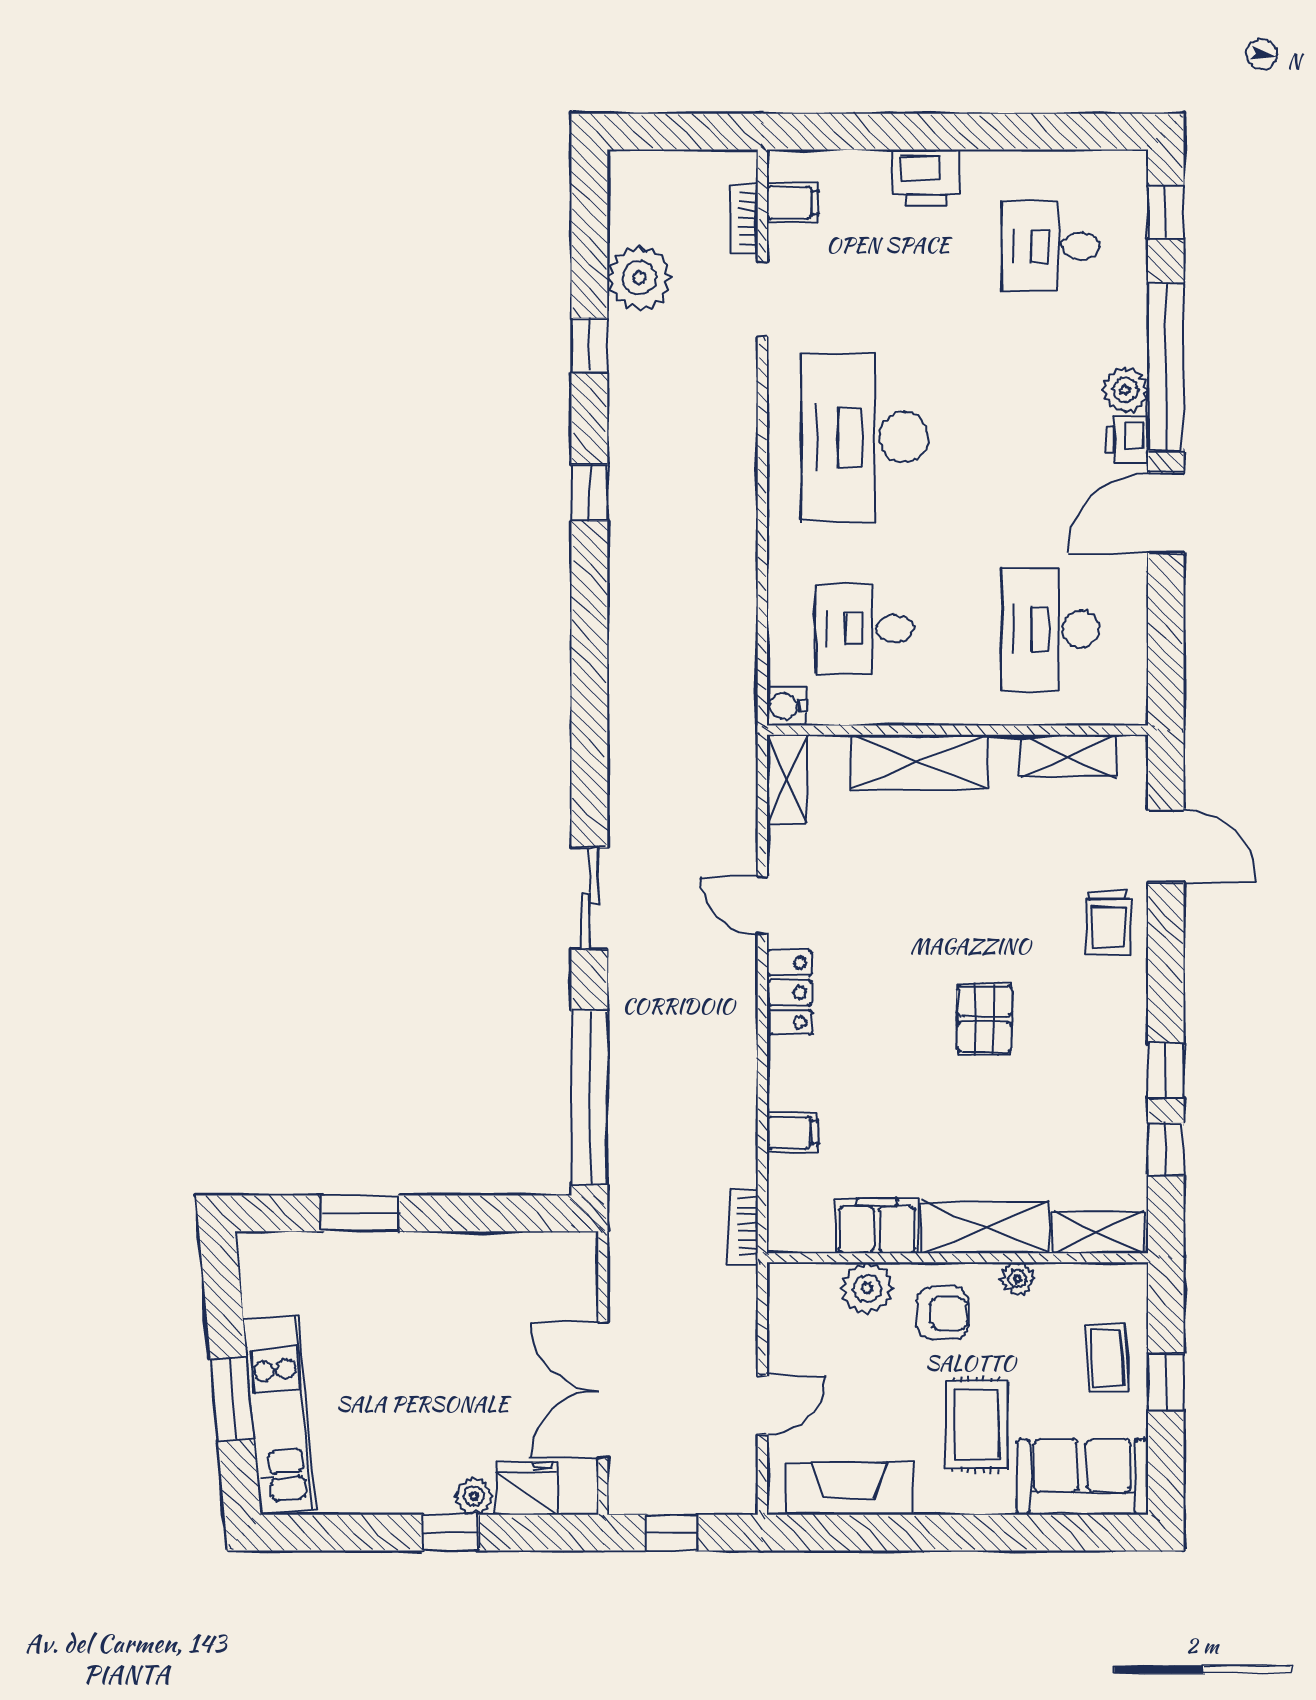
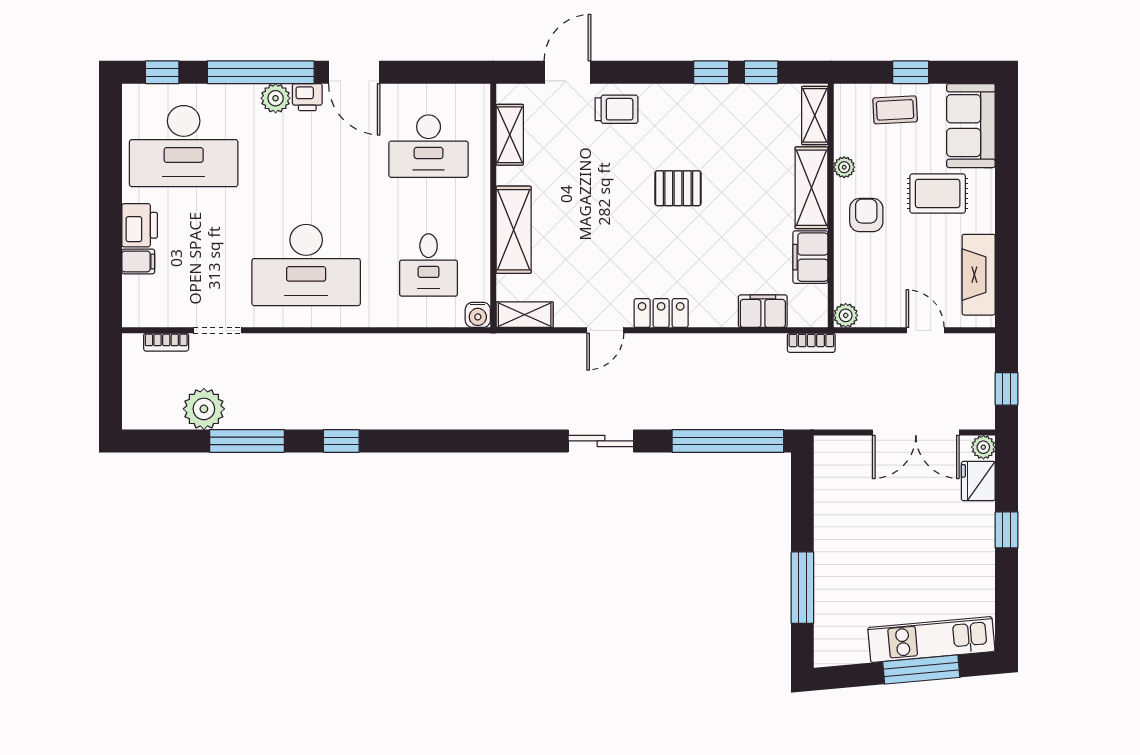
filing cabinet: (793, 203) -> (138, 261), moved, turned 90
desk: (1050, 246) -> (184, 146), width x1.87, depth x1.30
window: (589, 345) -> (247, 441), width x2.17
filing cabinet: (792, 1132) -> (763, 311), width x2.00
window: (360, 1213) -> (802, 588), width x1.44
plant: (867, 1288) -> (846, 315), moved, width x0.73, depth x0.73
window: (232, 1399) -> (921, 670), width x1.44
plant: (474, 1496) -> (983, 447), moved

